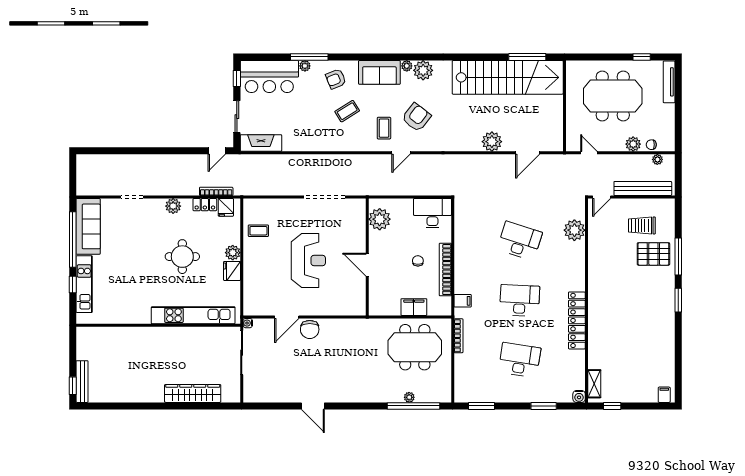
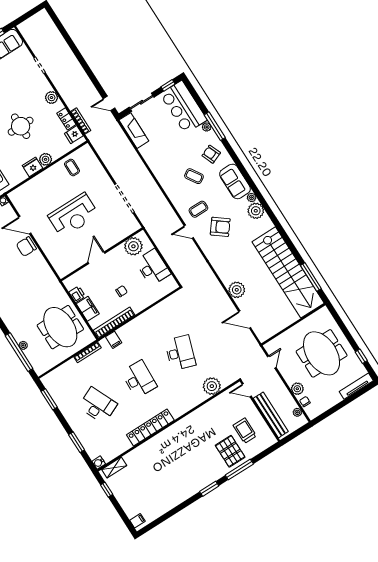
desk: (432, 213) -> (153, 267), moved
bookcase: (445, 270) -> (114, 323), moved
printer: (392, 308) -> (77, 294), added
desk: (520, 360) -> (98, 405), turned -33

